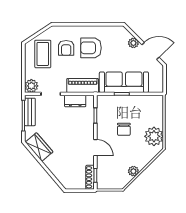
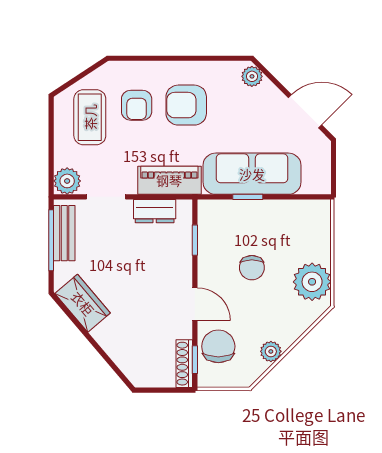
plant: (133, 43) -> (252, 76), moved
chair: (107, 169) -> (218, 346), added

